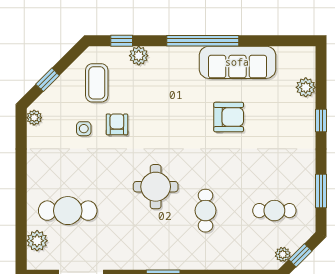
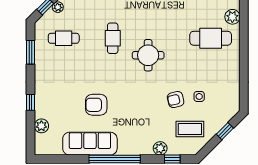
coffee table: (97, 83) -> (190, 129), turned 90
plant: (34, 118) -> (234, 104), removed
armchair: (117, 124) -> (176, 100), turned 77

